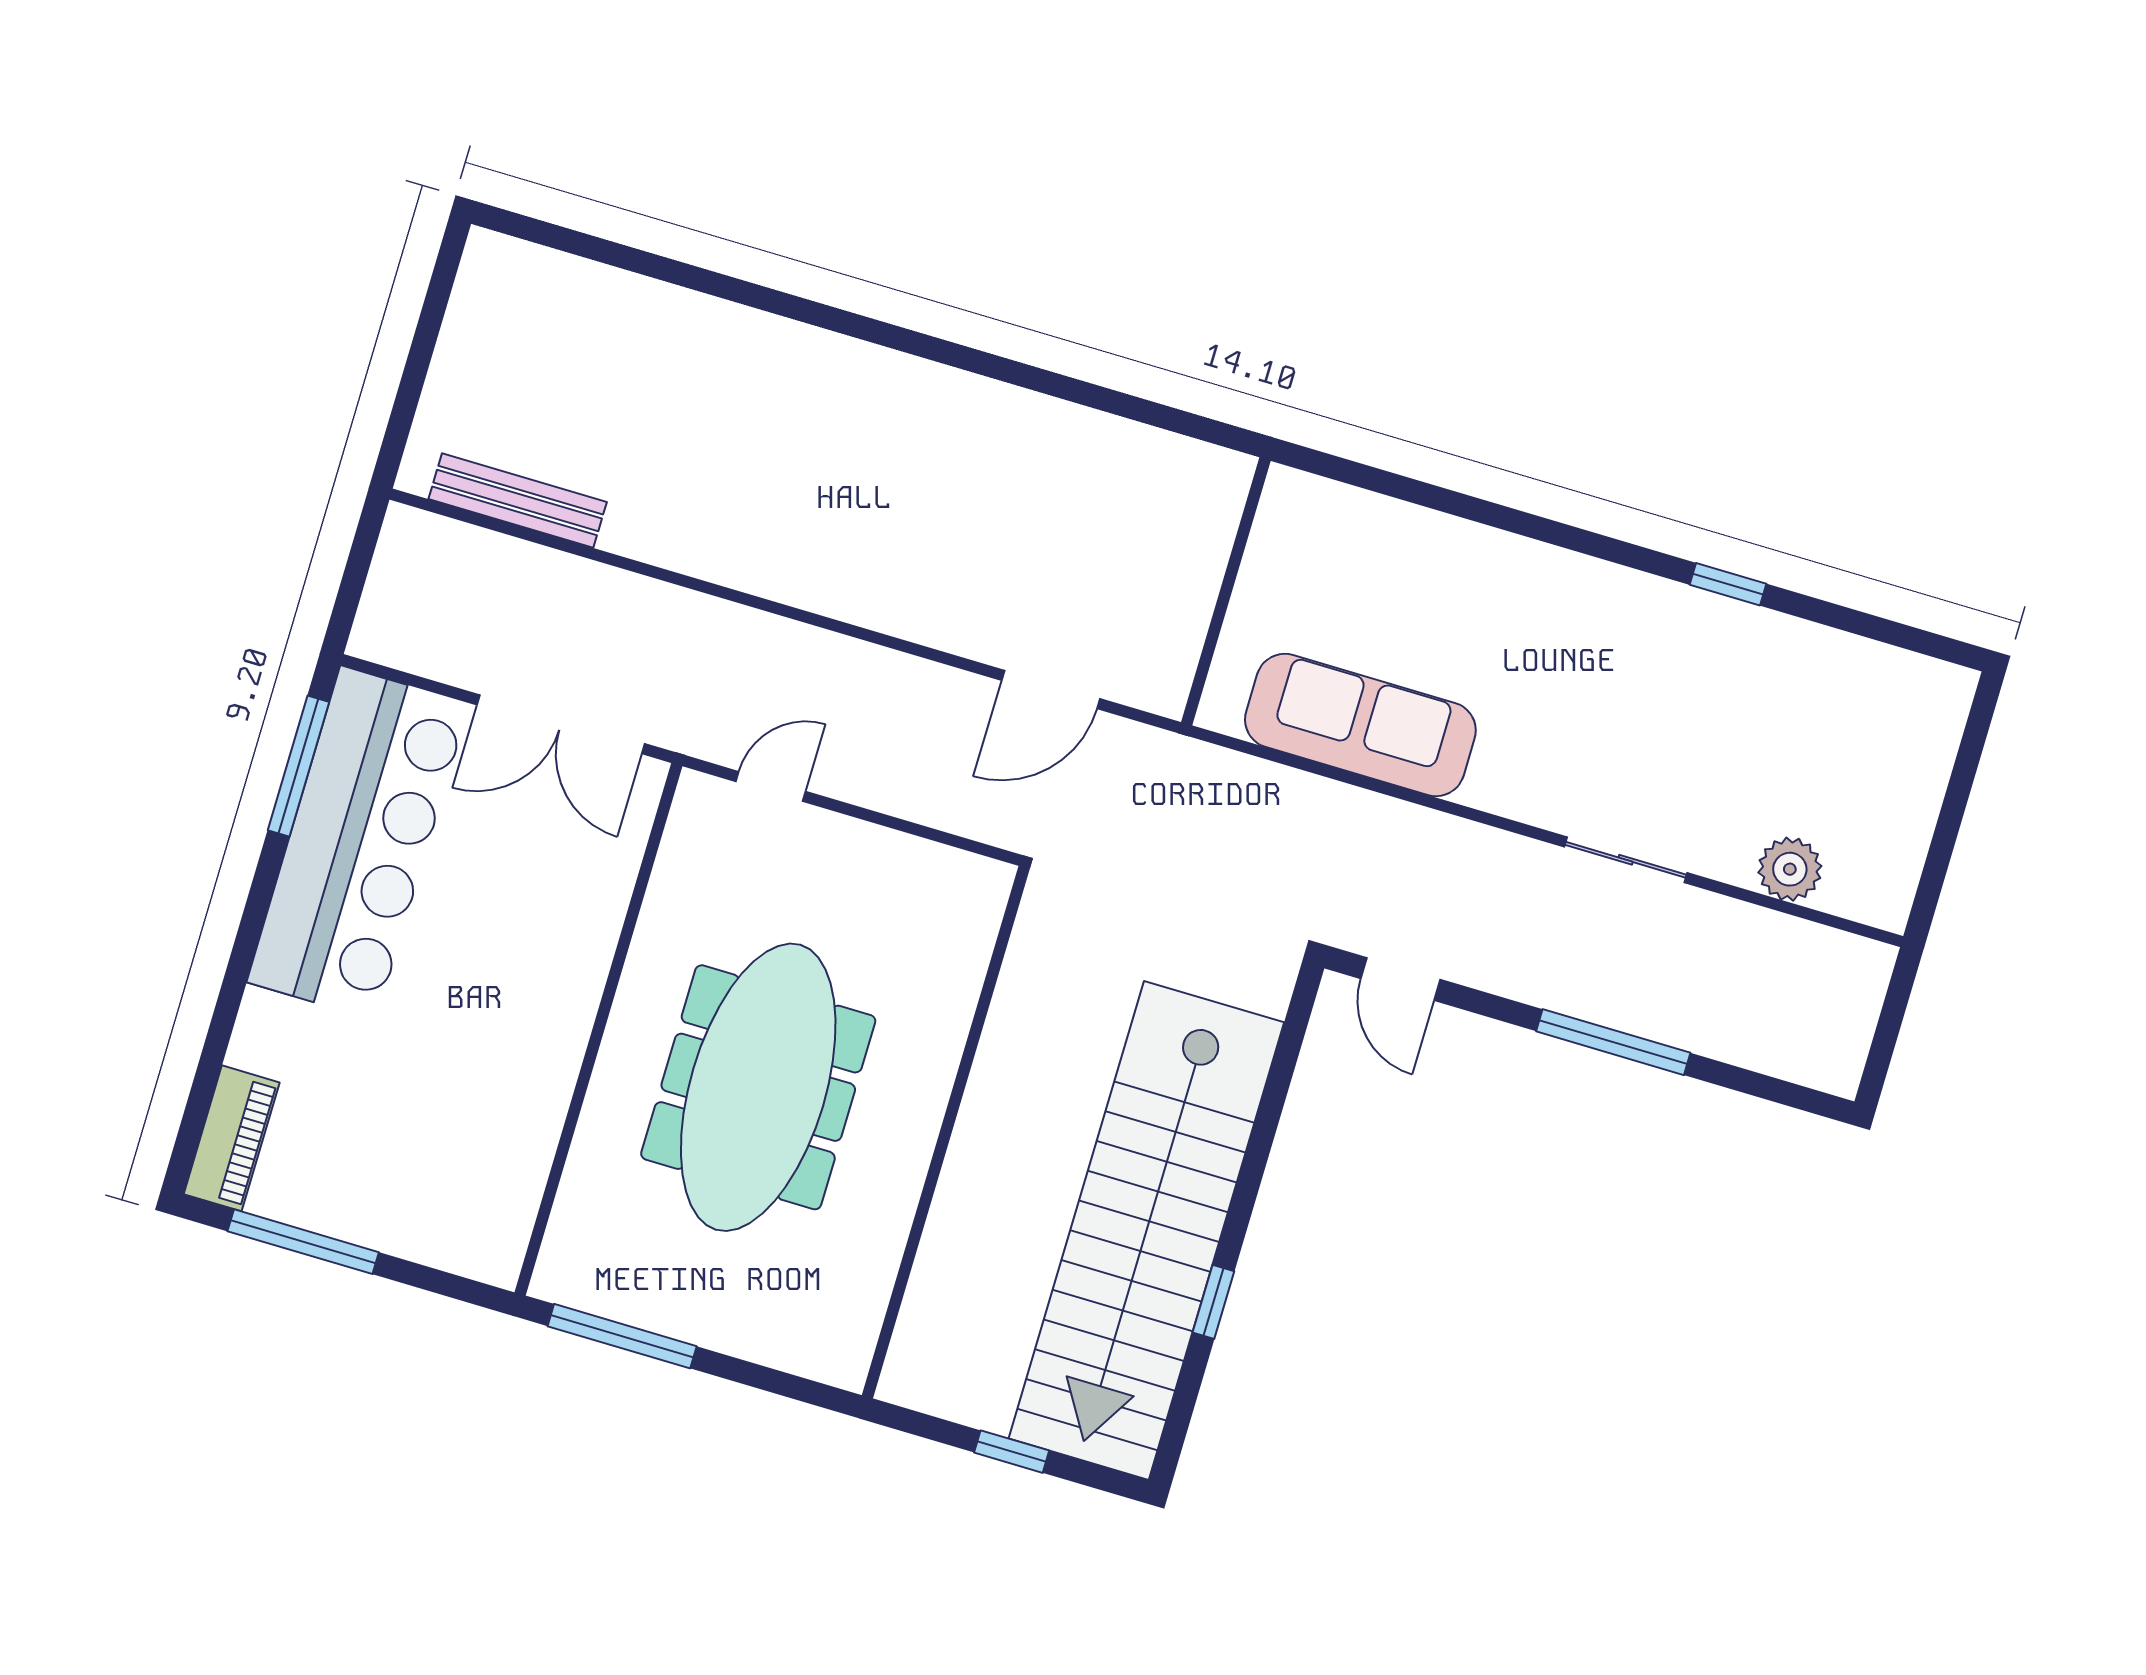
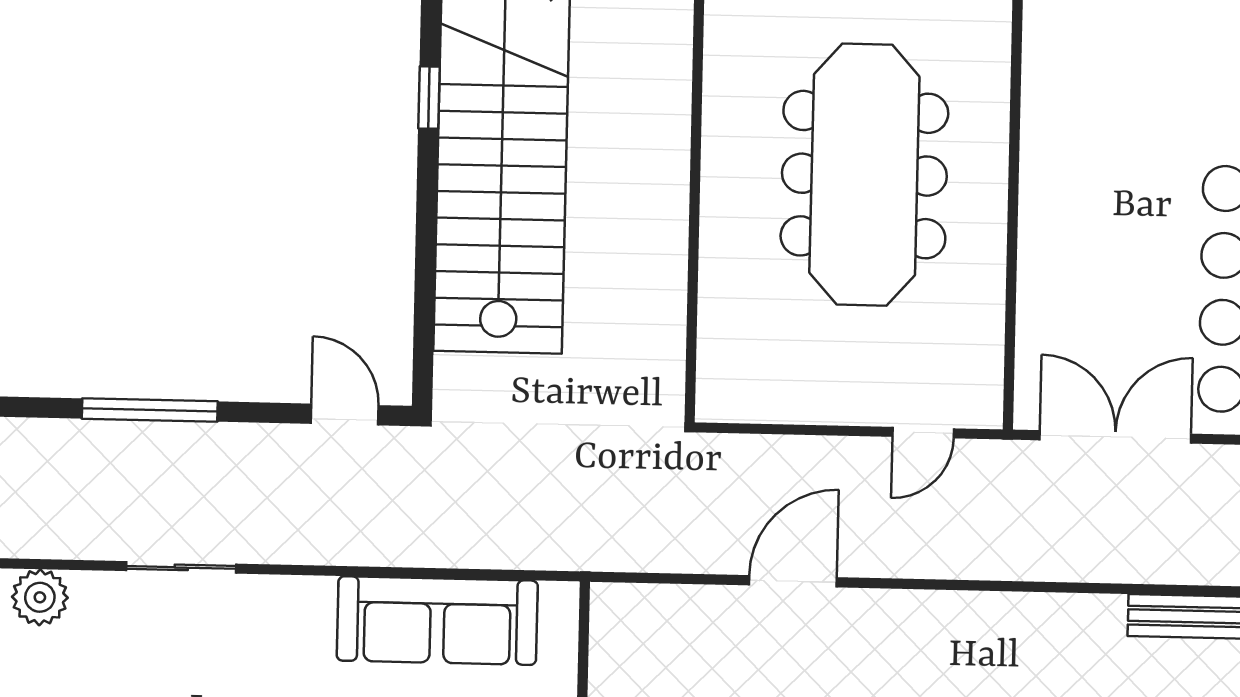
door: (1051, 689) -> (793, 581), moved

